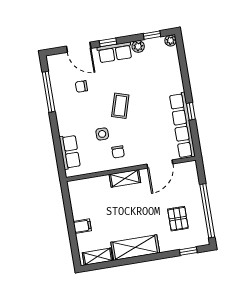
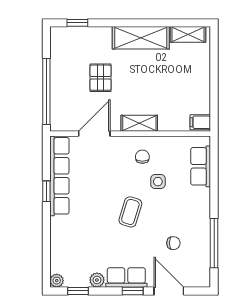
window: (207, 211) -> (46, 92), moved
pallet: (178, 219) -> (100, 78), moved
filing cabinet: (82, 226) -> (200, 122), moved

